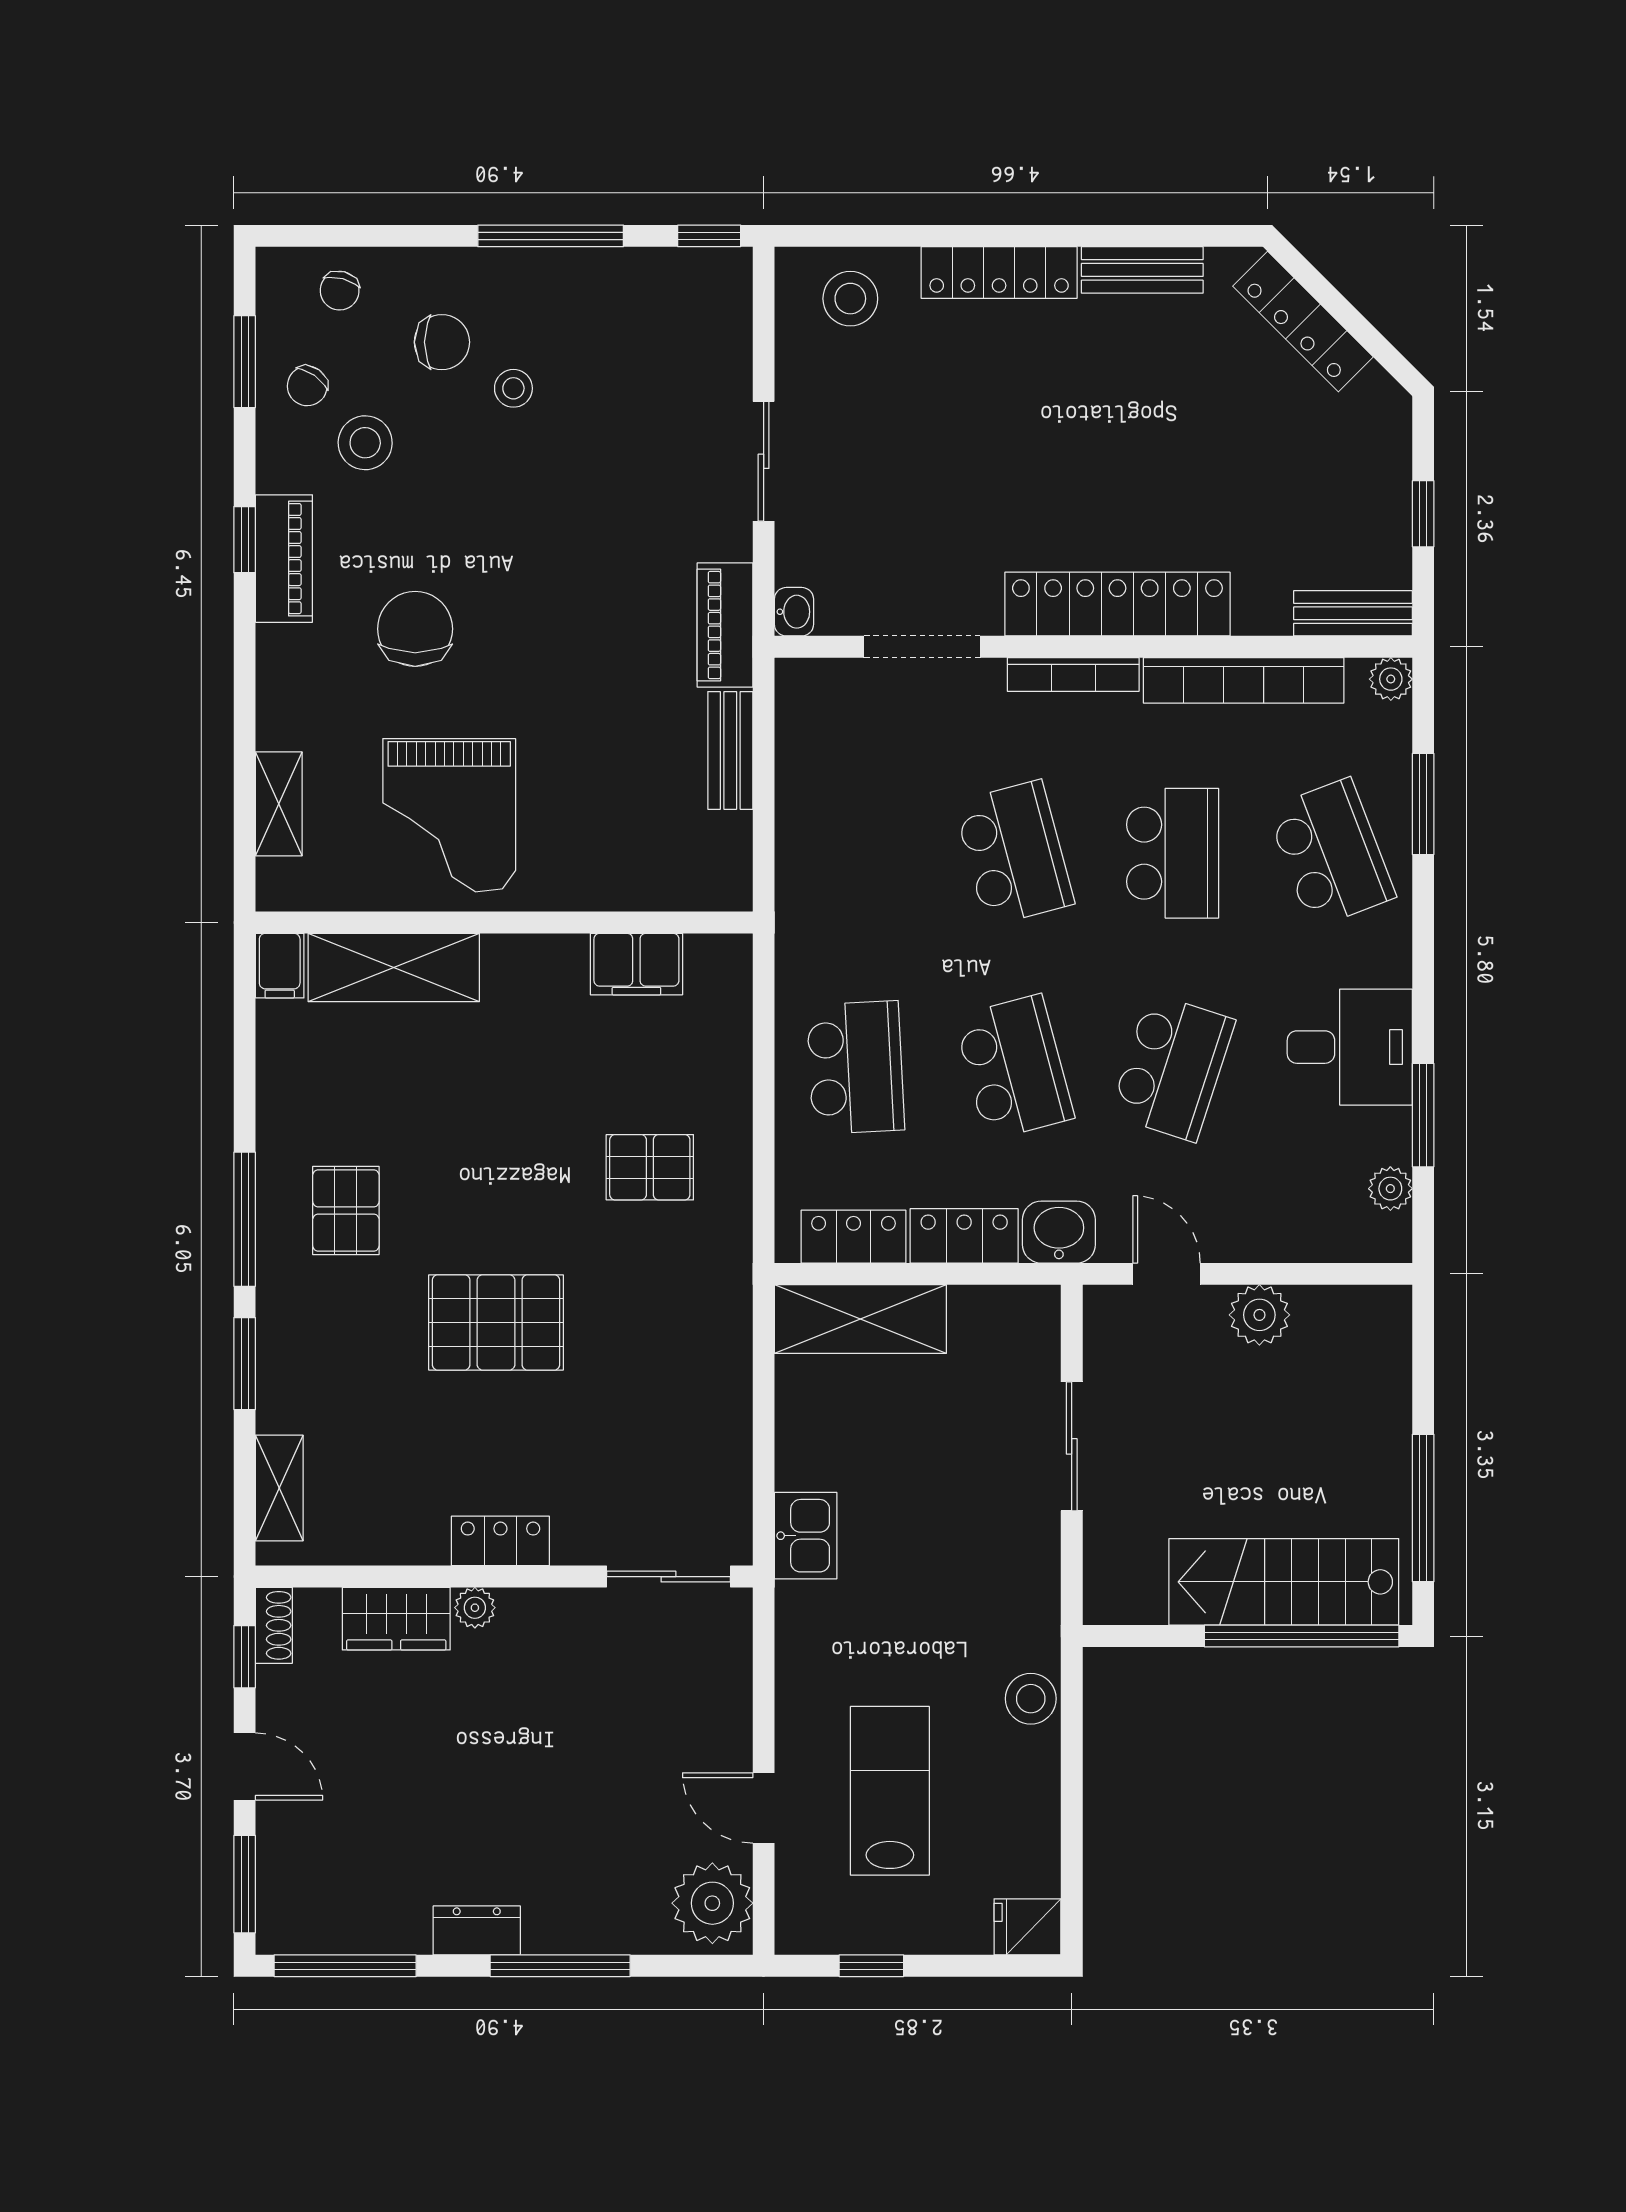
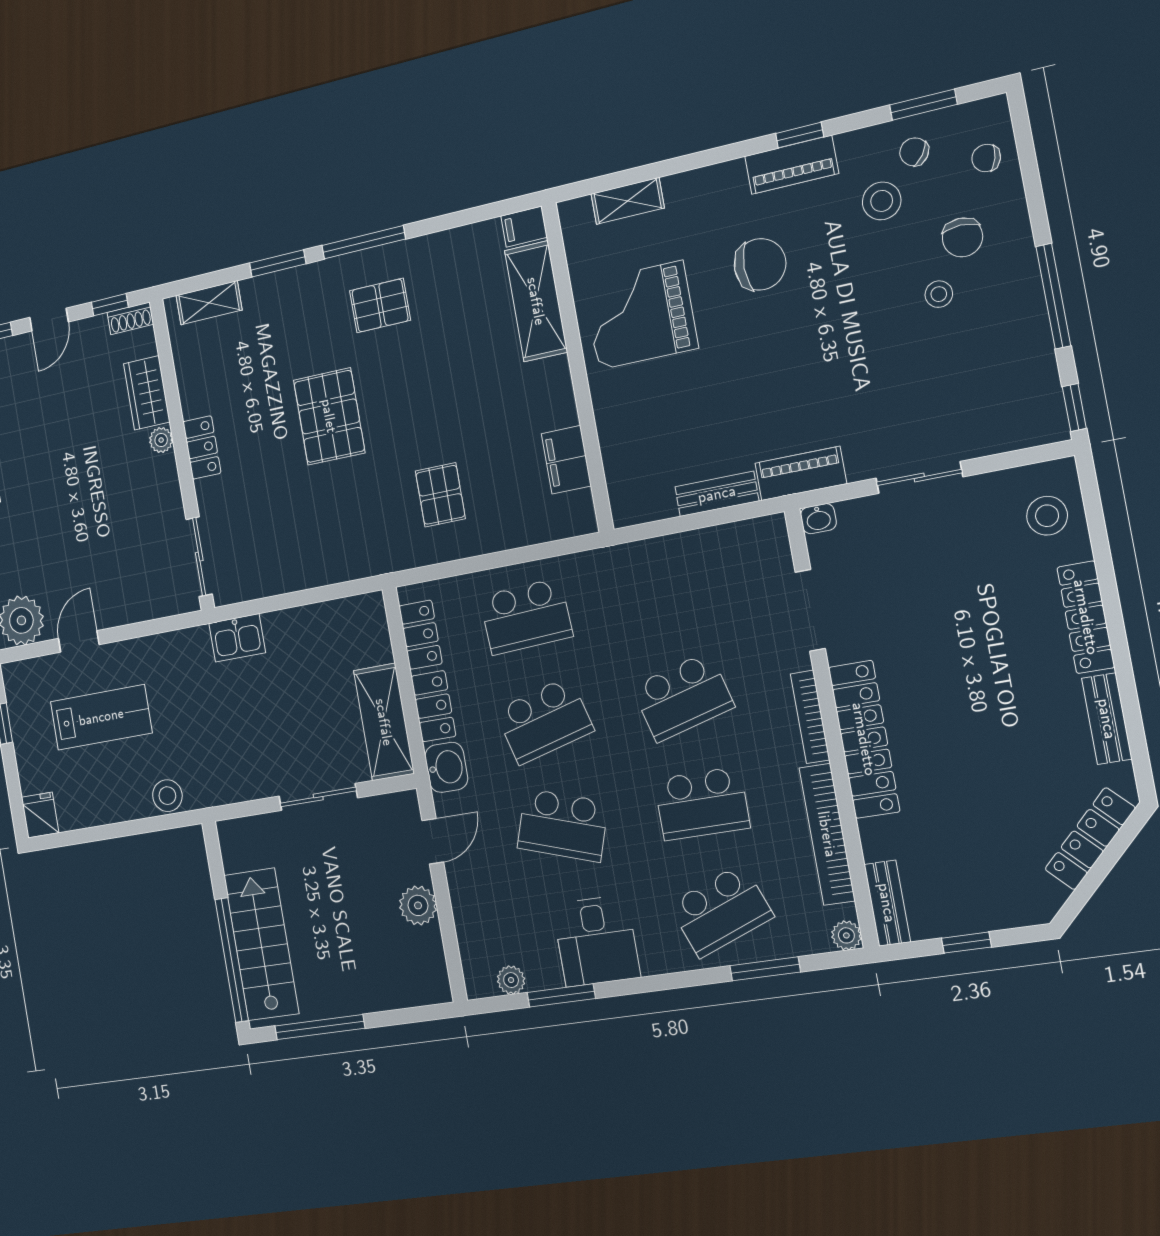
shelving: (860, 1319) -> (384, 722), moved

